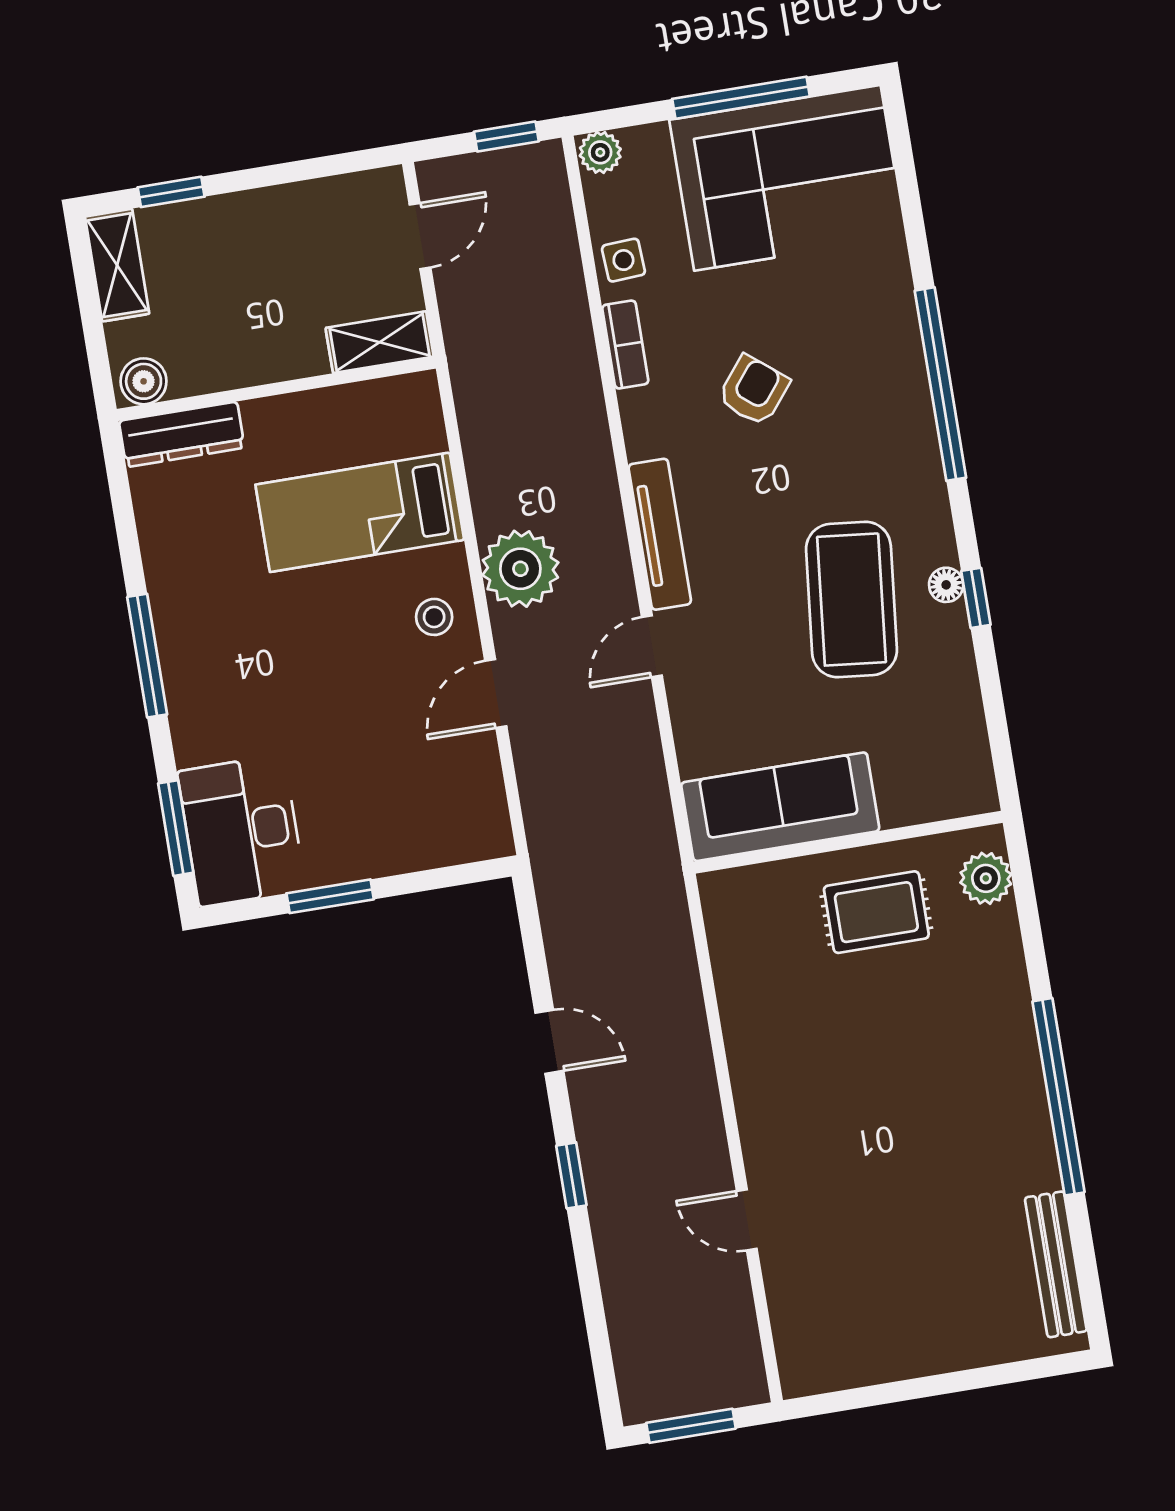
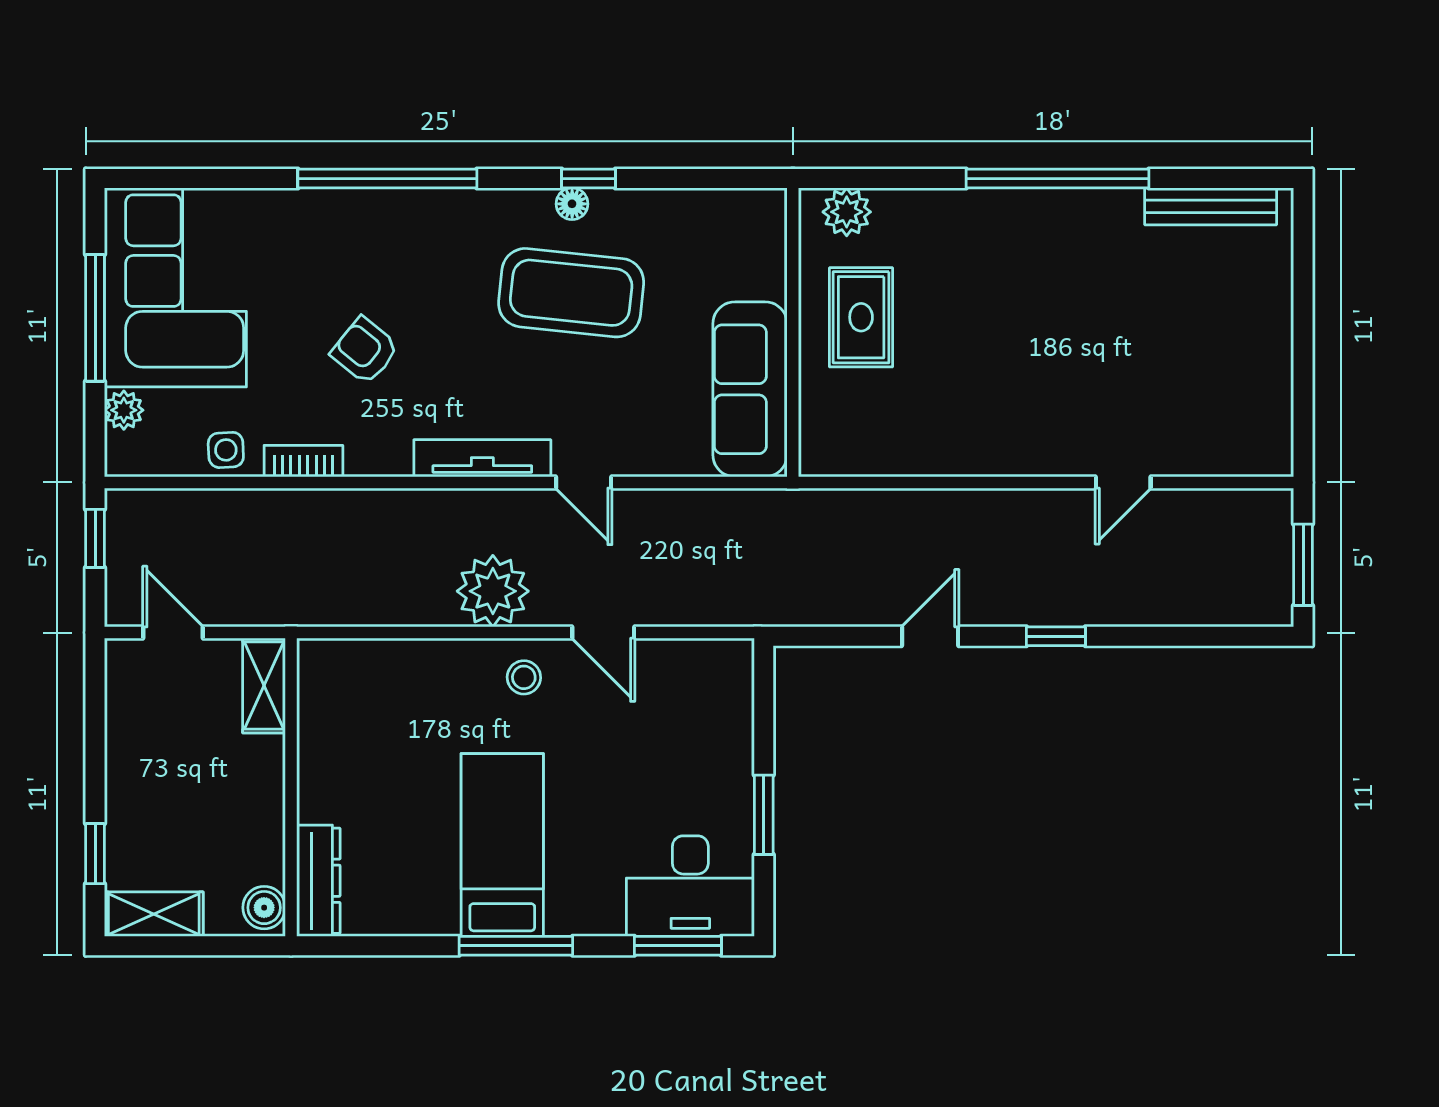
plant: (600, 152) -> (124, 410), moved
bed: (360, 512) -> (502, 845), moved, turned 180

